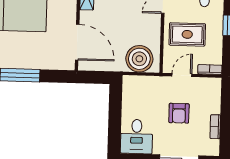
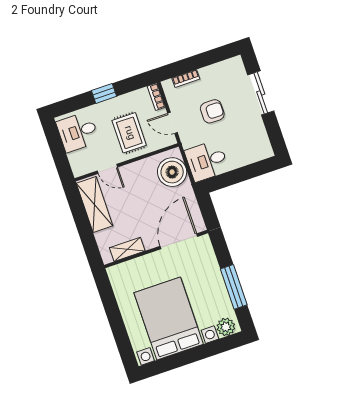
bookcase: (215, 127) -> (186, 78), moved
desk: (137, 137) -> (207, 161), moved, turned 180

